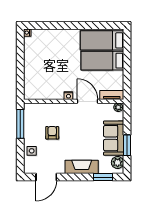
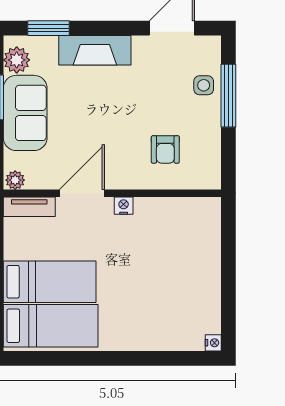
door: (88, 101) -> (82, 193), swing flipped
window: (20, 124) -> (228, 96), moved
armchair: (52, 133) -> (165, 149), moved

